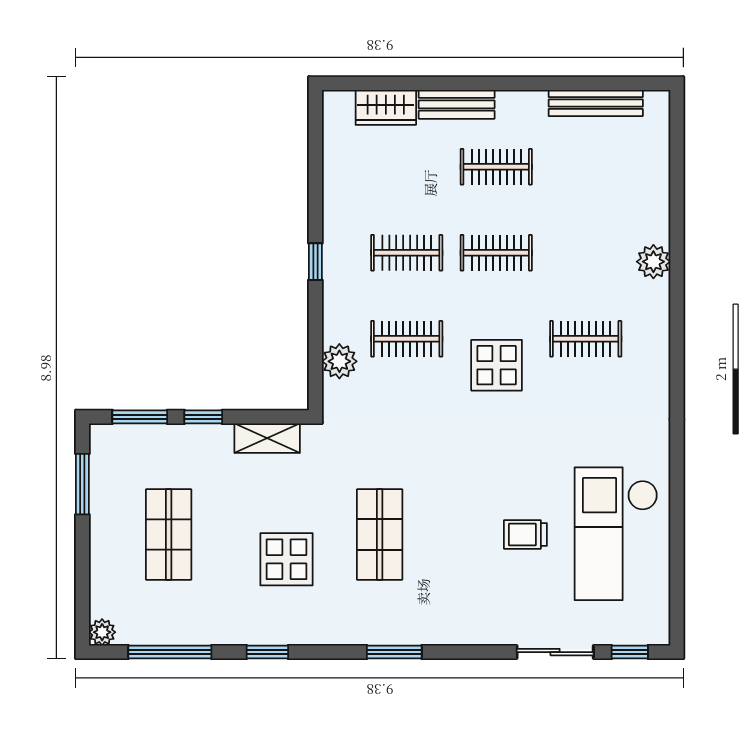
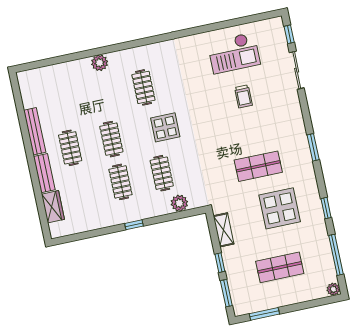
bench: (596, 103) -> (35, 131), moved
checkout: (616, 534) -> (234, 53), width x0.73, depth x0.83
display table: (286, 559) -> (280, 208), width x1.36, depth x1.36

